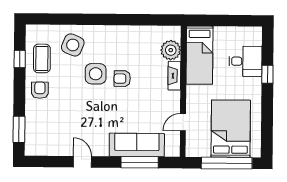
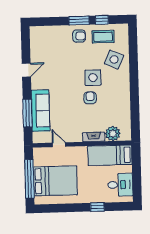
desk: (246, 61) -> (120, 185), moved, turned -90
window: (19, 129) -> (79, 21), moved

